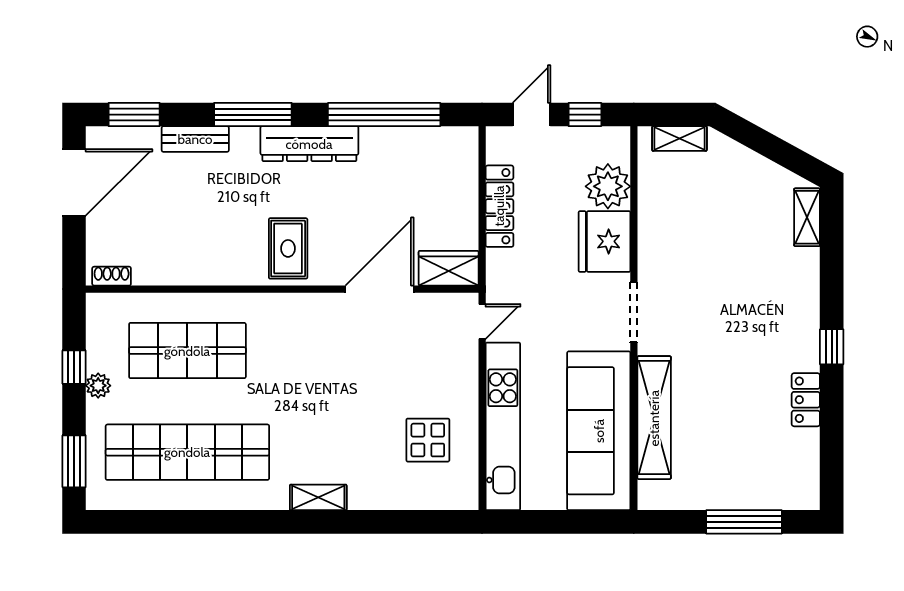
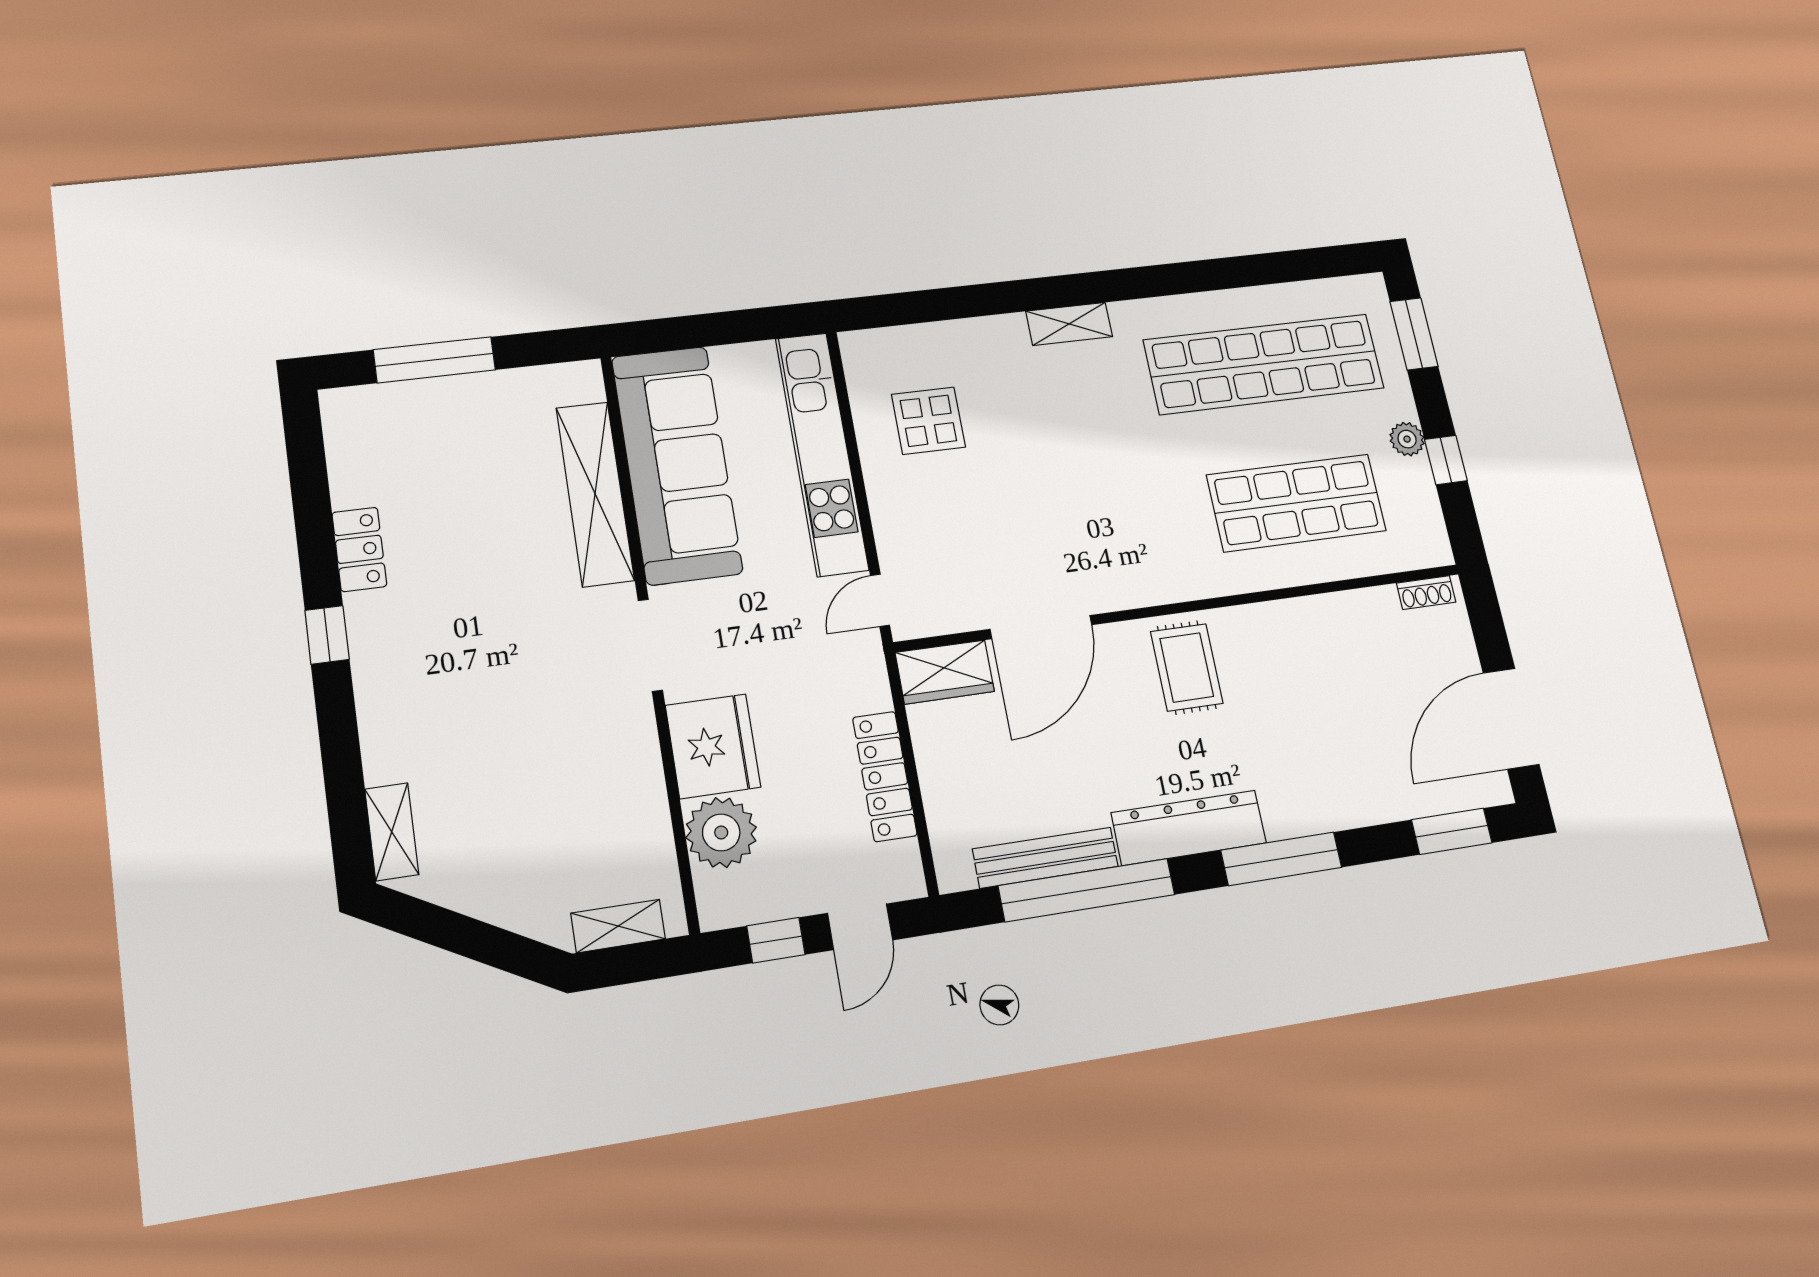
bench: (195, 139) -> (1045, 858), moved, width x1.36

